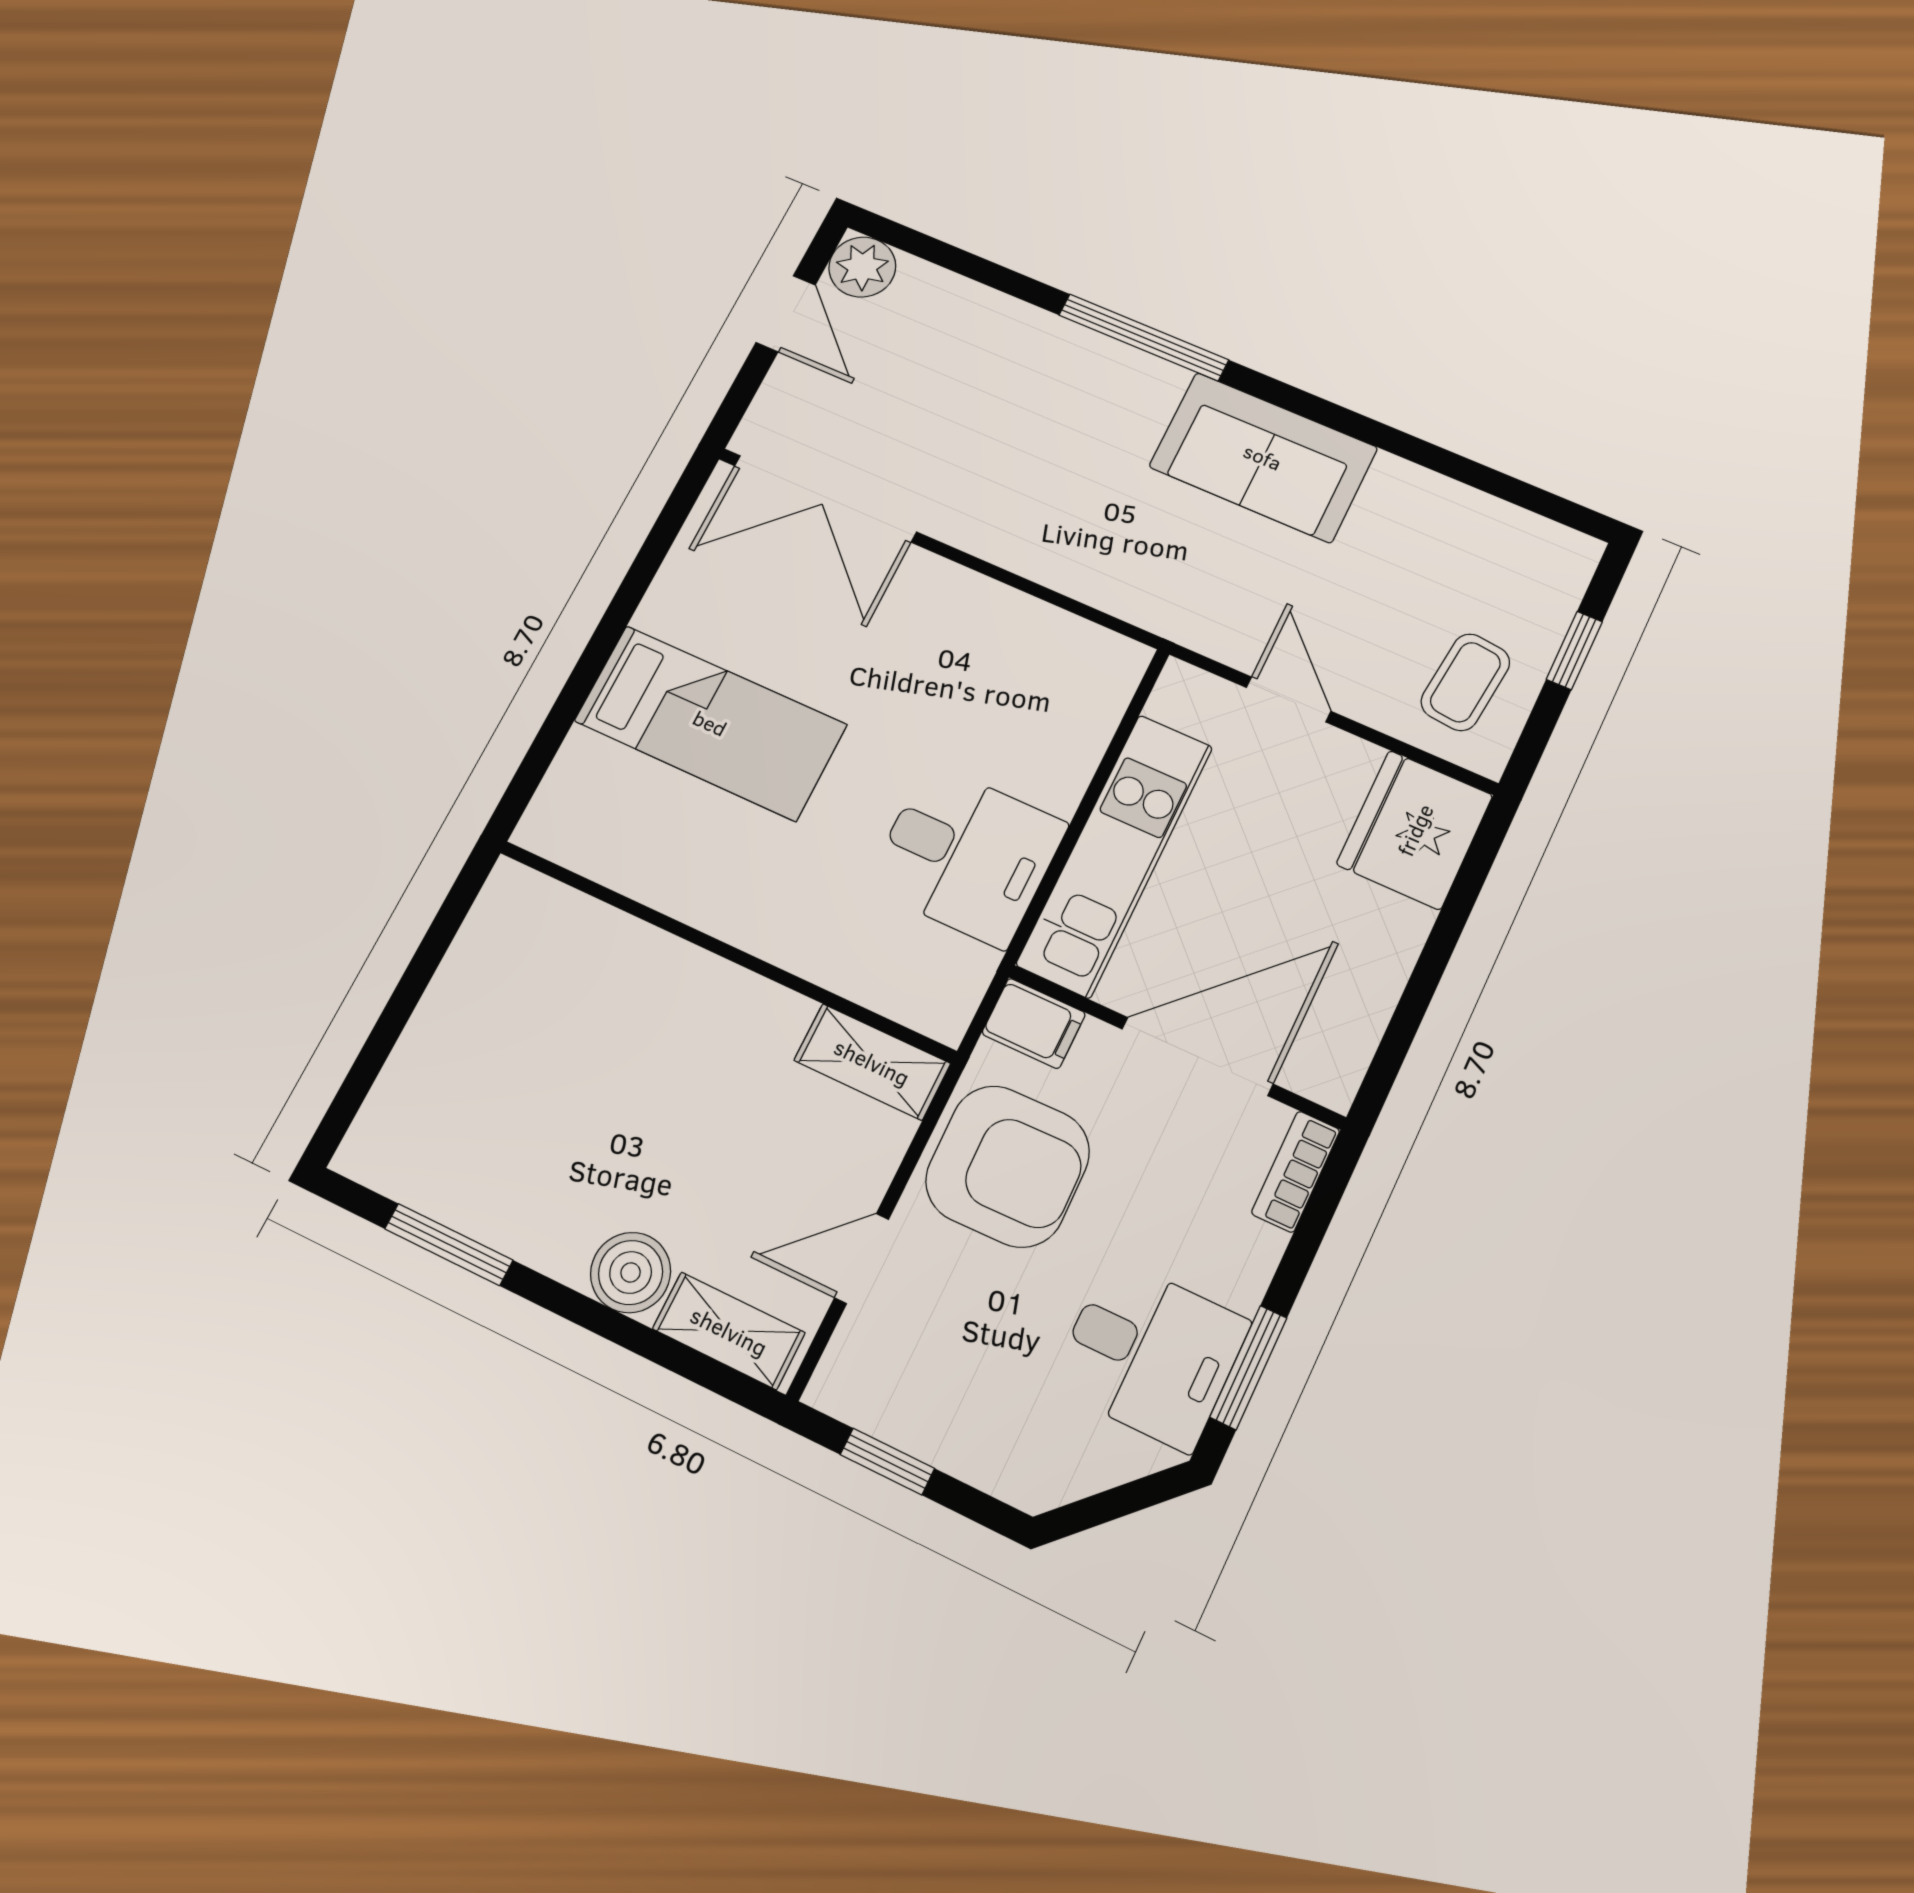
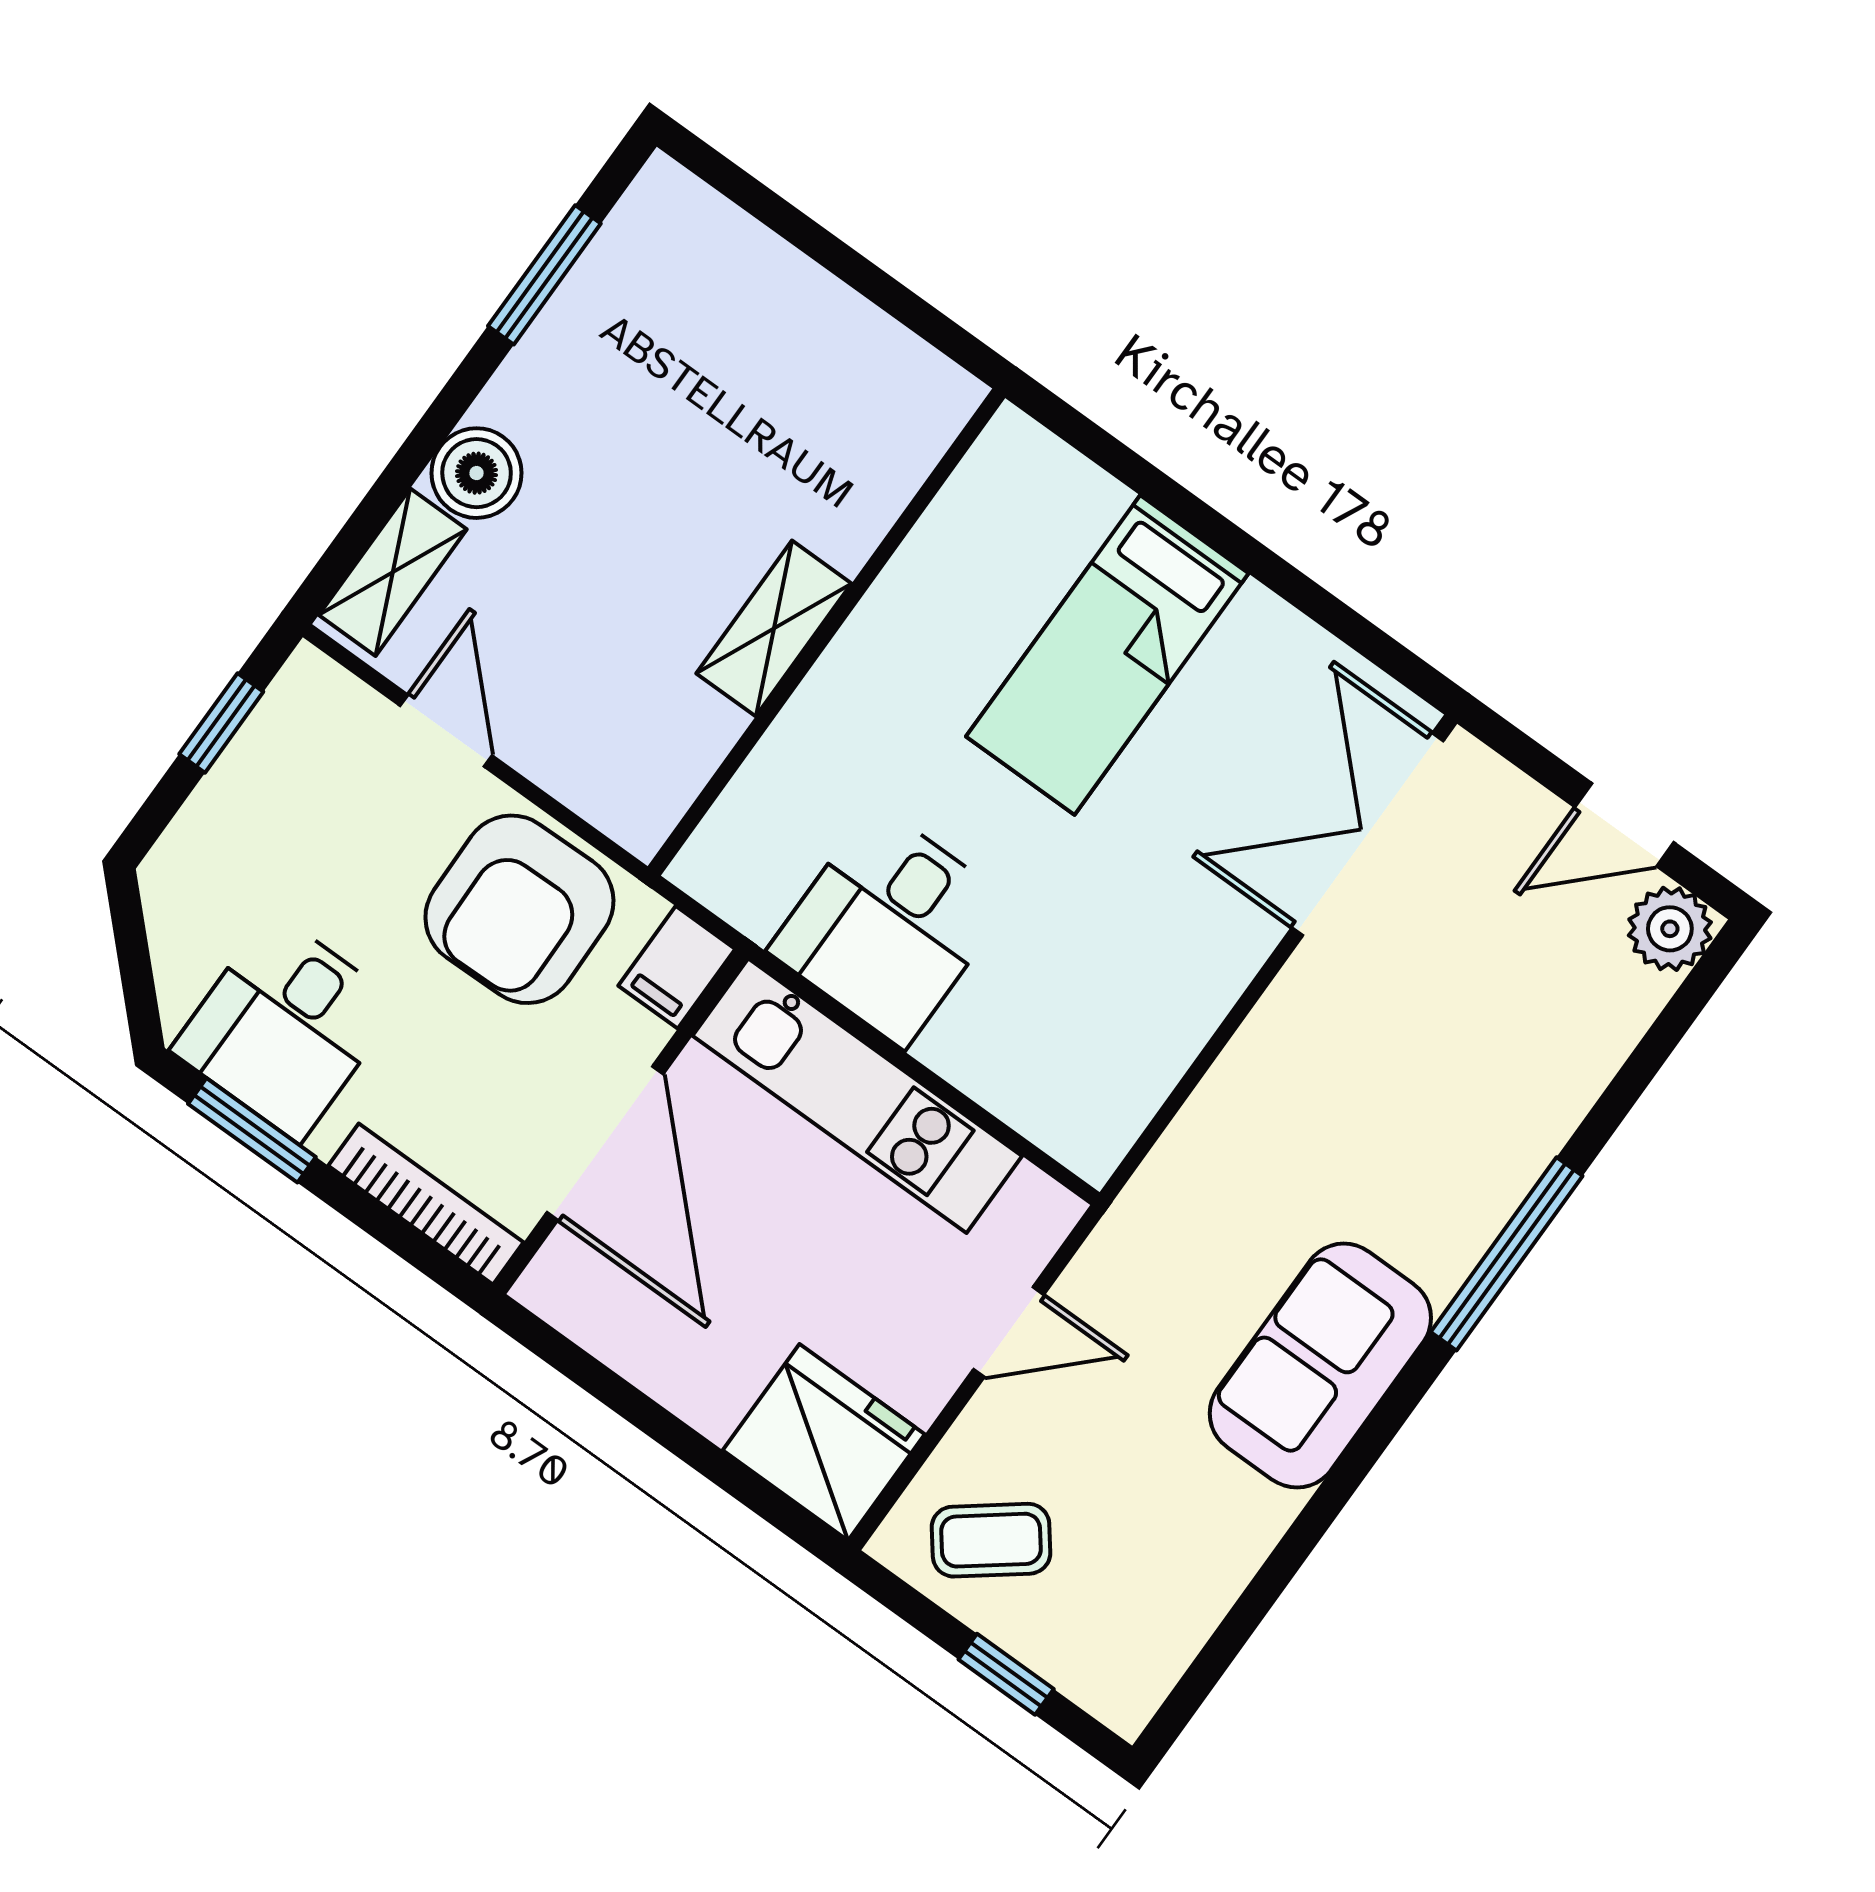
coffee table: (1465, 682) -> (991, 1540), turned -44
shelving: (872, 1062) -> (774, 628), moved
bookcase: (1296, 1172) -> (426, 1204), width x1.56

